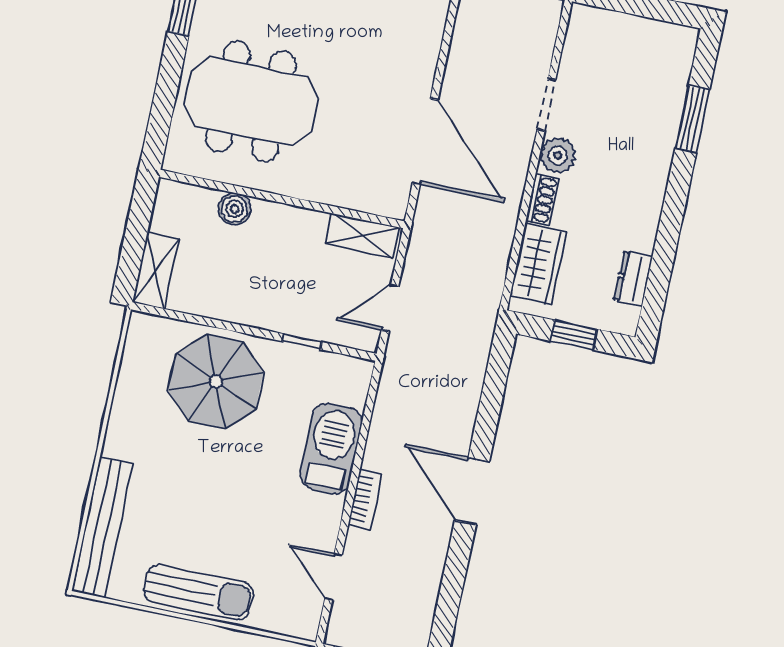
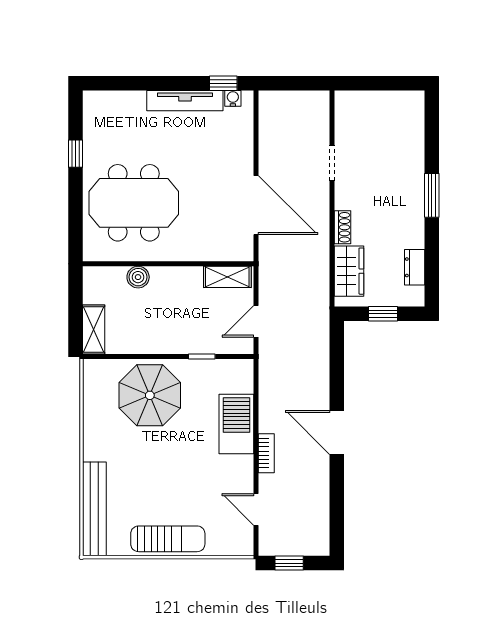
window: (692, 119) -> (432, 195), moved
plant: (558, 155) -> (347, 196), removed

